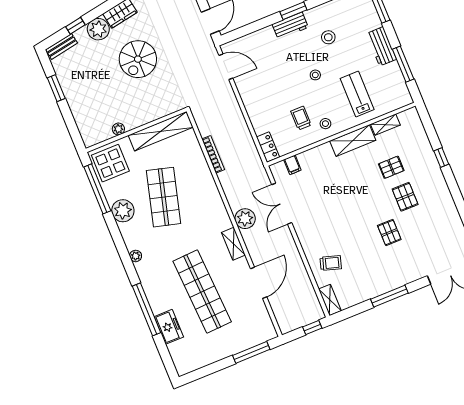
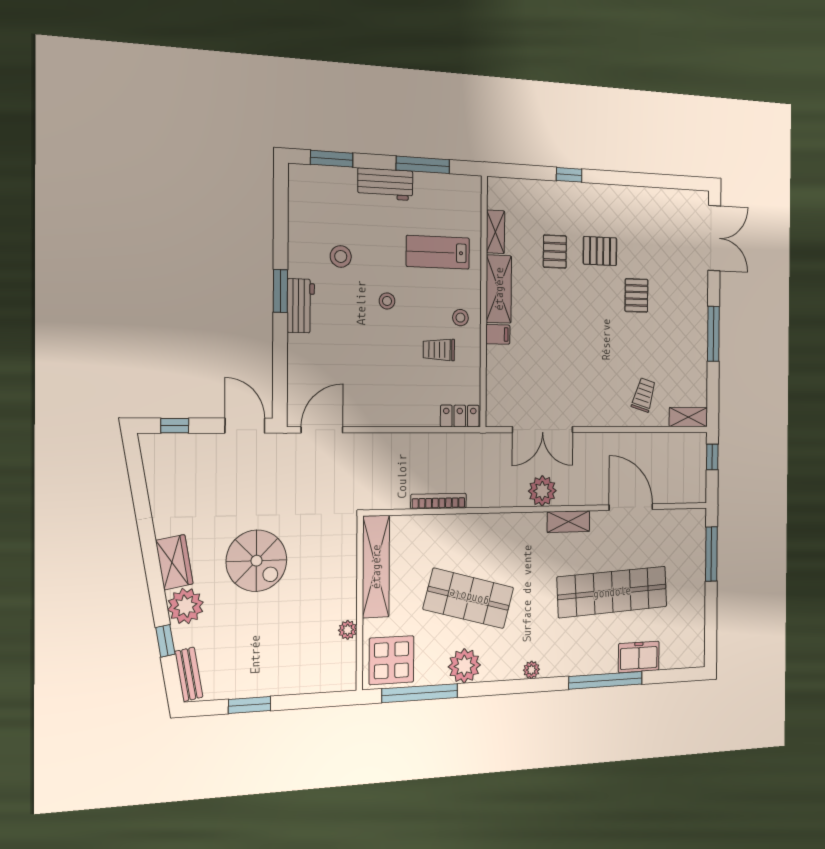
filing cabinet: (292, 165) -> (498, 334), moved
pallet: (389, 233) -> (636, 295), turned 90

